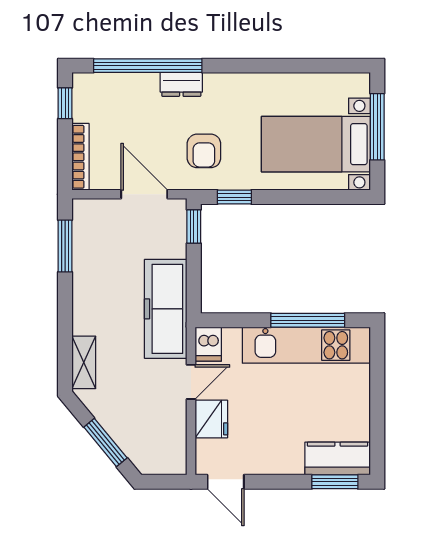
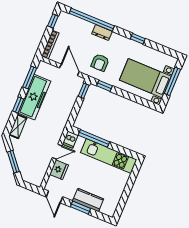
window: (264, 66) -> (138, 39), added
freezer: (166, 309) -> (34, 97), moved, turned 180
window: (65, 316) -> (18, 105), added
window: (308, 320) -> (94, 138), moved
kitchen counter: (338, 459) -> (88, 200), moved
window: (335, 482) -> (80, 208), moved

